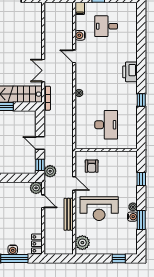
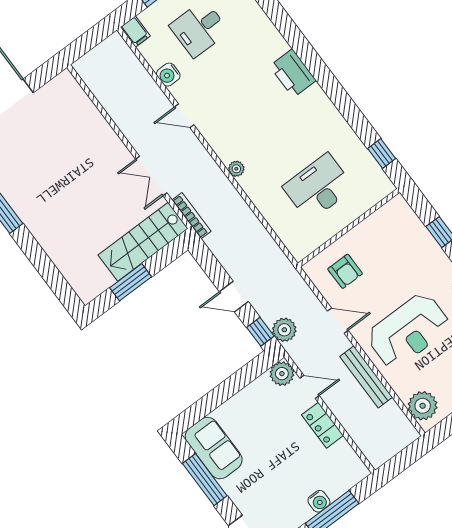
window: (141, 100) -> (382, 154), moved
desk: (106, 125) -> (318, 187), turned -90
locker: (37, 244) -> (322, 425), moved

